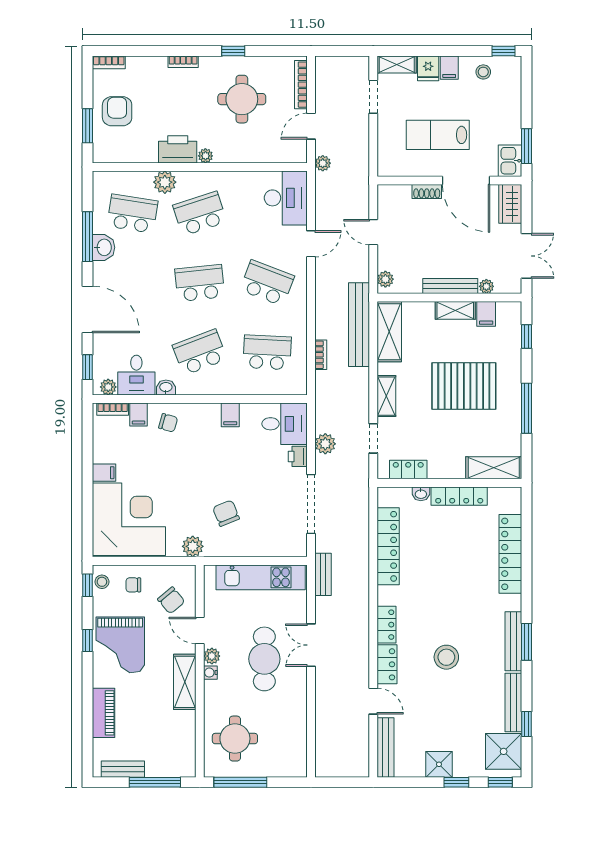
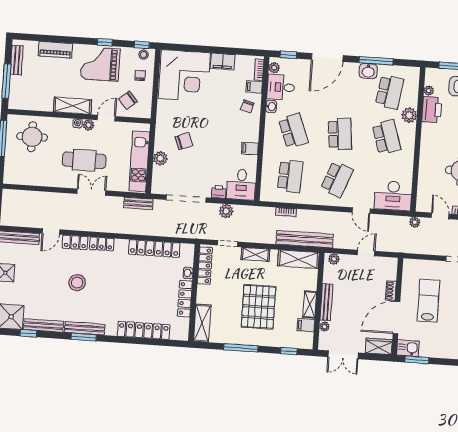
printer: (178, 149) -> (432, 110), moved
plant: (205, 156) -> (429, 91), moved
locker: (408, 470) -> (205, 266), width x1.53
filing cabinet: (104, 473) -> (223, 61), width x2.00
plant: (193, 546) -> (160, 158), moved

